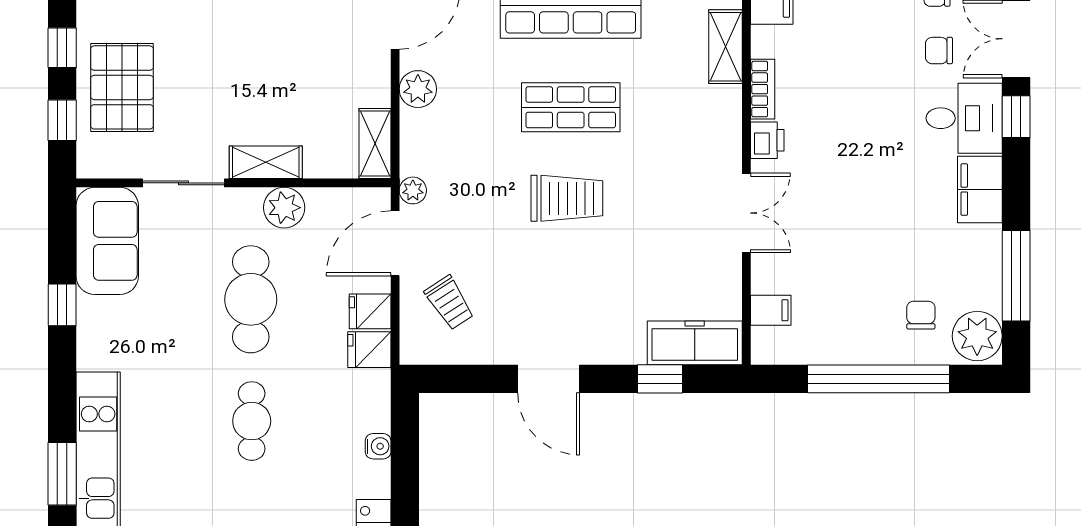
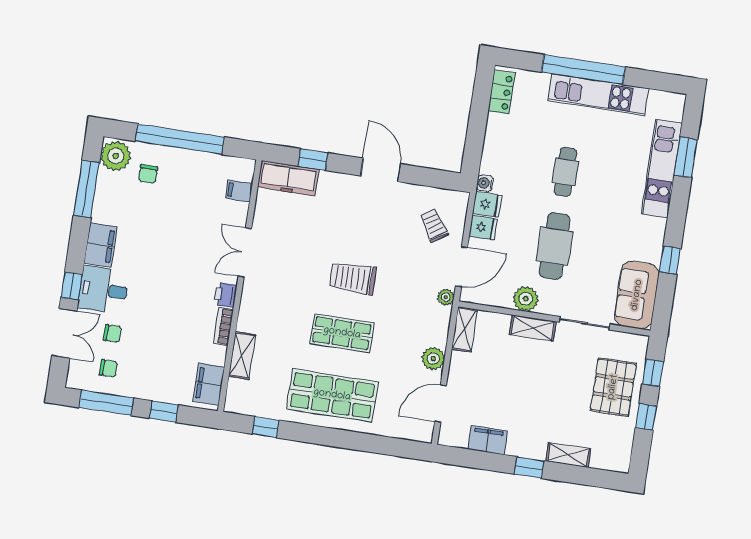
water cooler: (378, 446) -> (485, 183), moved

